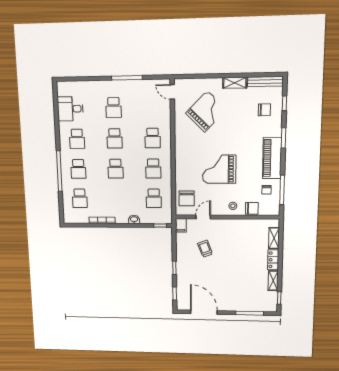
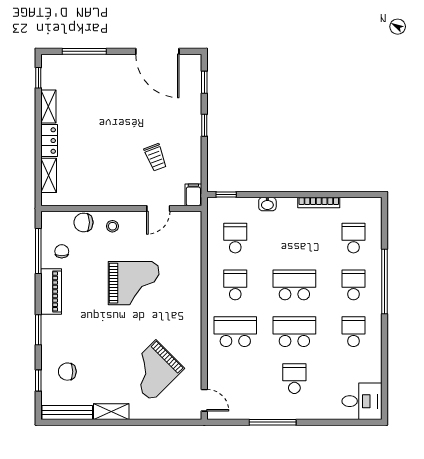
desk: (70, 109) -> (362, 401), moved
school desk: (115, 138) -> (294, 332), width x1.85
school desk: (153, 138) -> (235, 332), width x1.85
piano: (272, 158) -> (51, 291), width x0.73, depth x0.75
school desk: (116, 169) -> (294, 285), width x1.85
chair: (187, 198) -> (184, 238), removed

